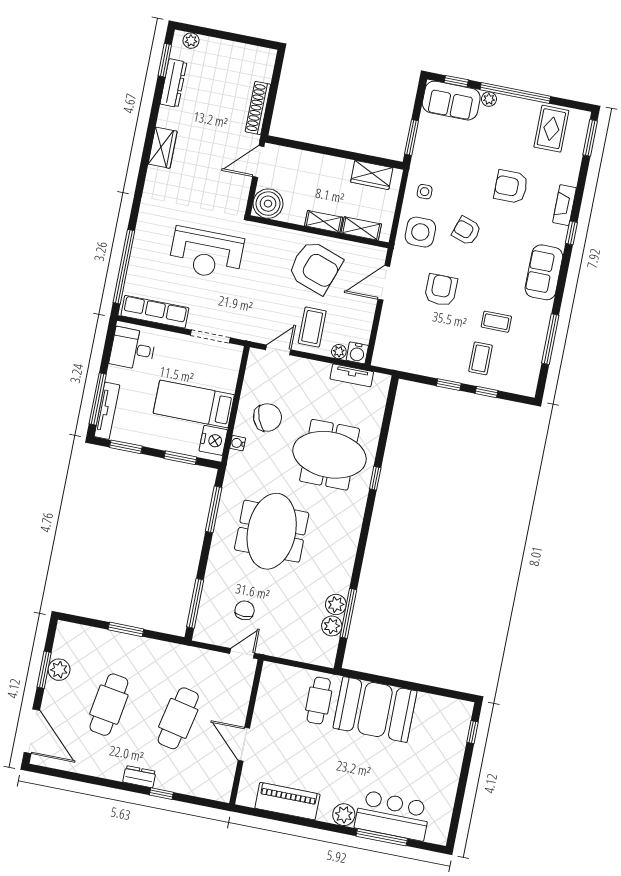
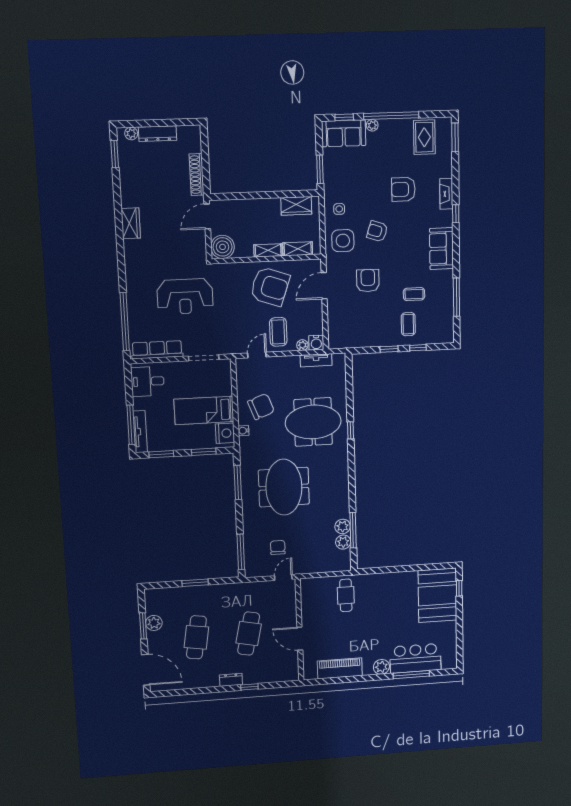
dresser: (173, 83) -> (158, 134), moved, turned 90
booth: (375, 710) -> (438, 595), moved, turned 90

